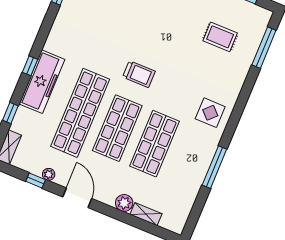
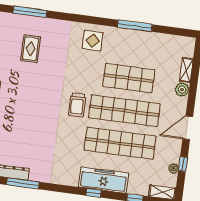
trolley: (139, 74) -> (77, 105), turned 180
shop shelf: (117, 128) -> (124, 111), width x1.40
plant: (49, 174) -> (174, 168), moved

